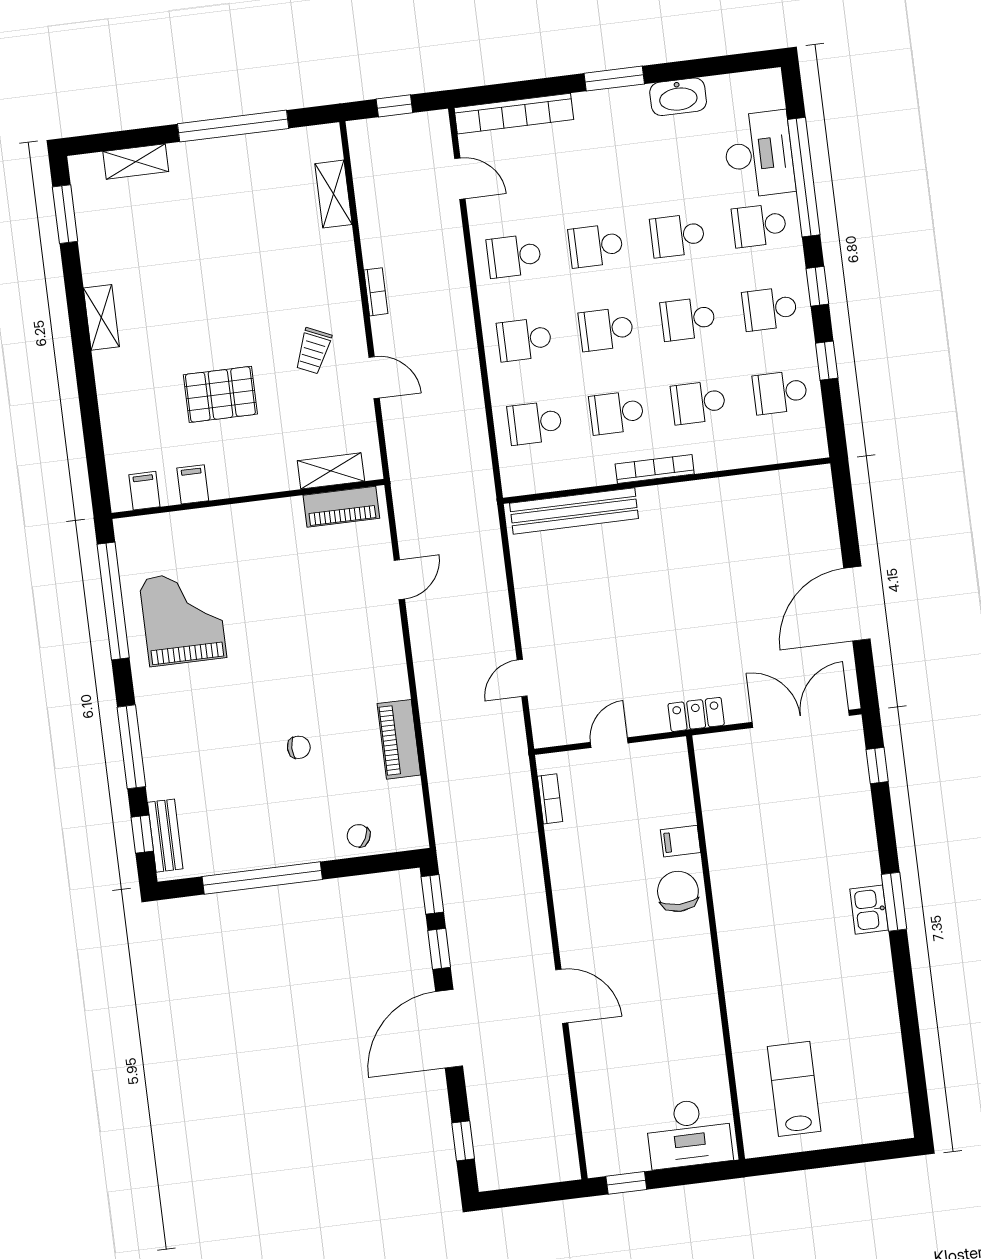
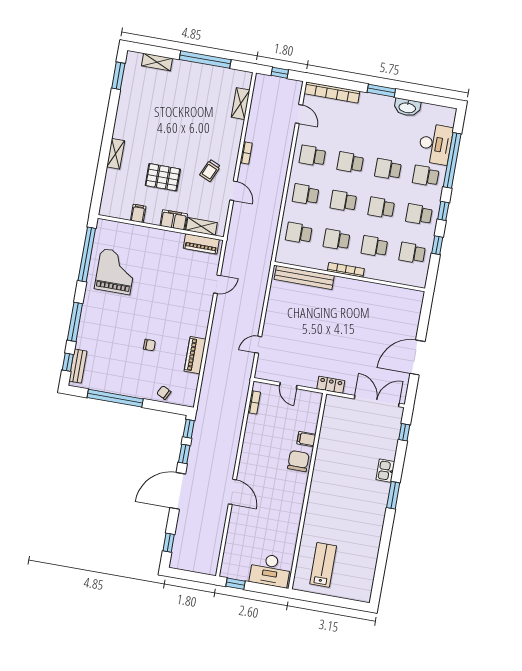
shelving: (101, 317) -> (116, 154), moved
filing cabinet: (144, 491) -> (174, 220), moved, width x2.00
door: (609, 743) -> (288, 385), swing flipped
kitchen sink: (869, 910) -> (385, 471), moved

